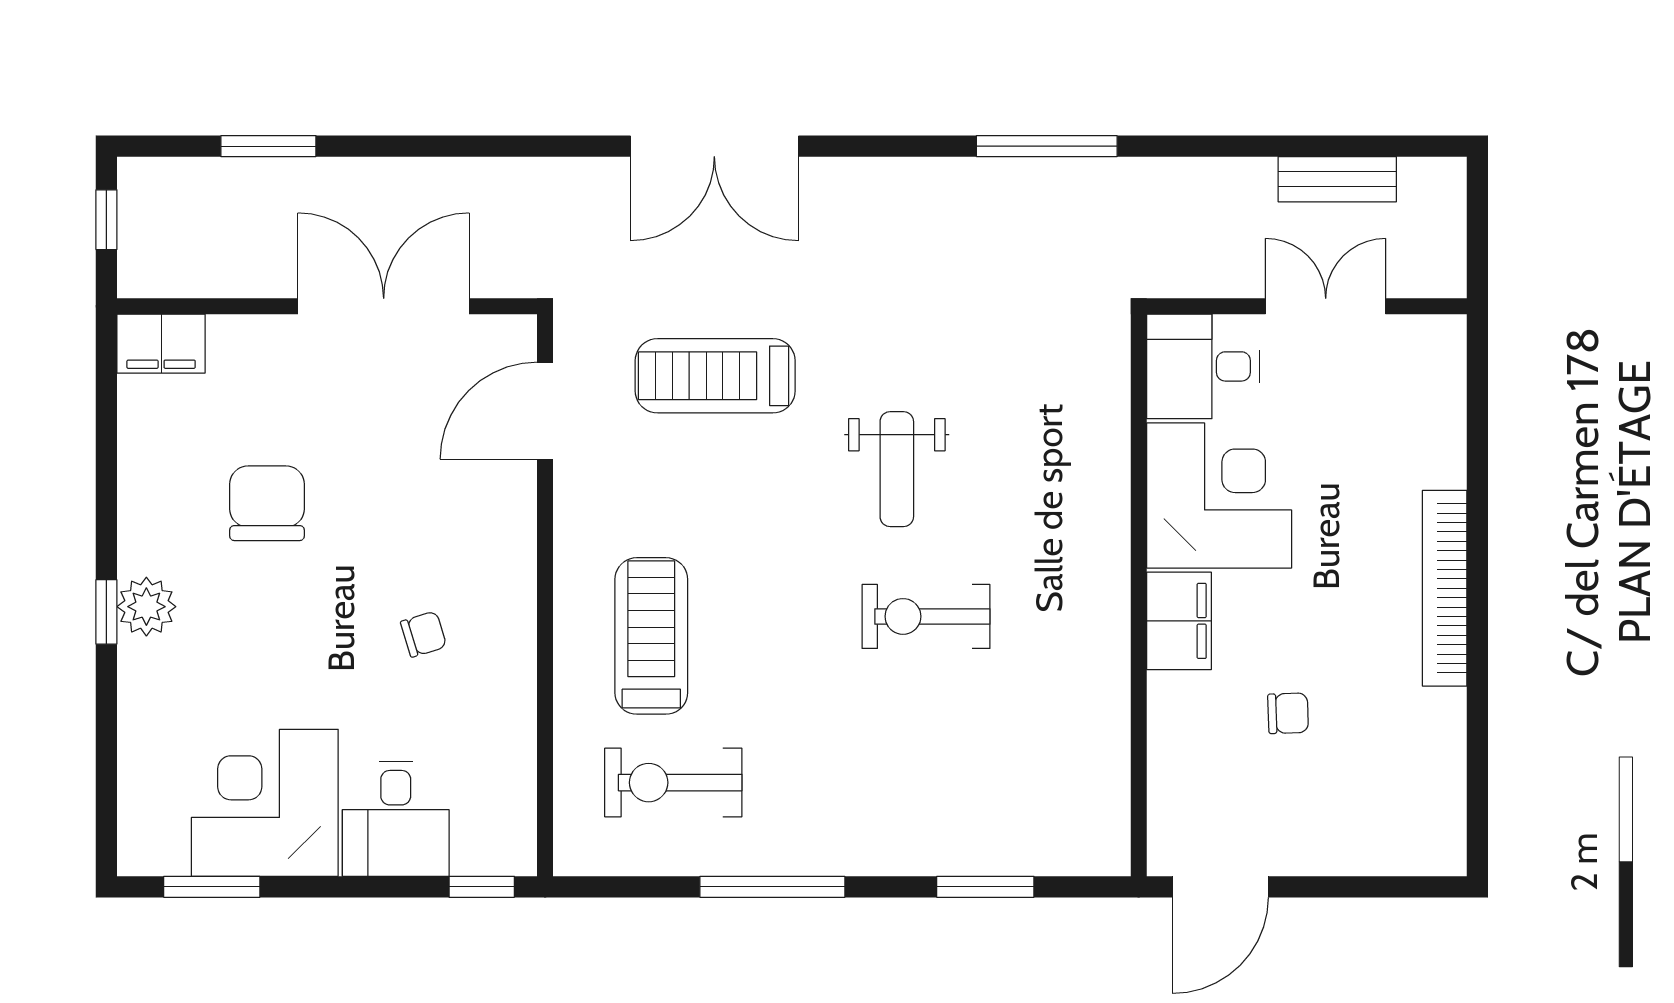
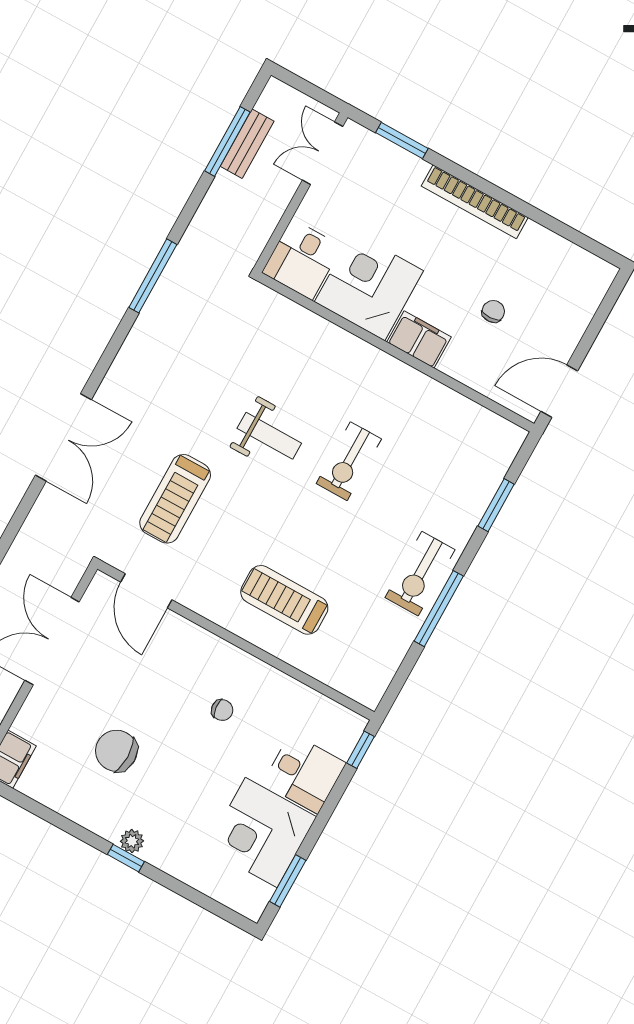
window: (1324, 146) -> (227, 141), added
double door: (1326, 306) -> (323, 153), moved
window: (1477, 420) -> (402, 141), added
plant: (146, 607) -> (132, 841), width x0.73, depth x0.73
chair: (424, 634) -> (222, 710), turned 101
exercise bike: (673, 783) -> (420, 574), moved
door: (1220, 887) -> (559, 391), swing flipped

